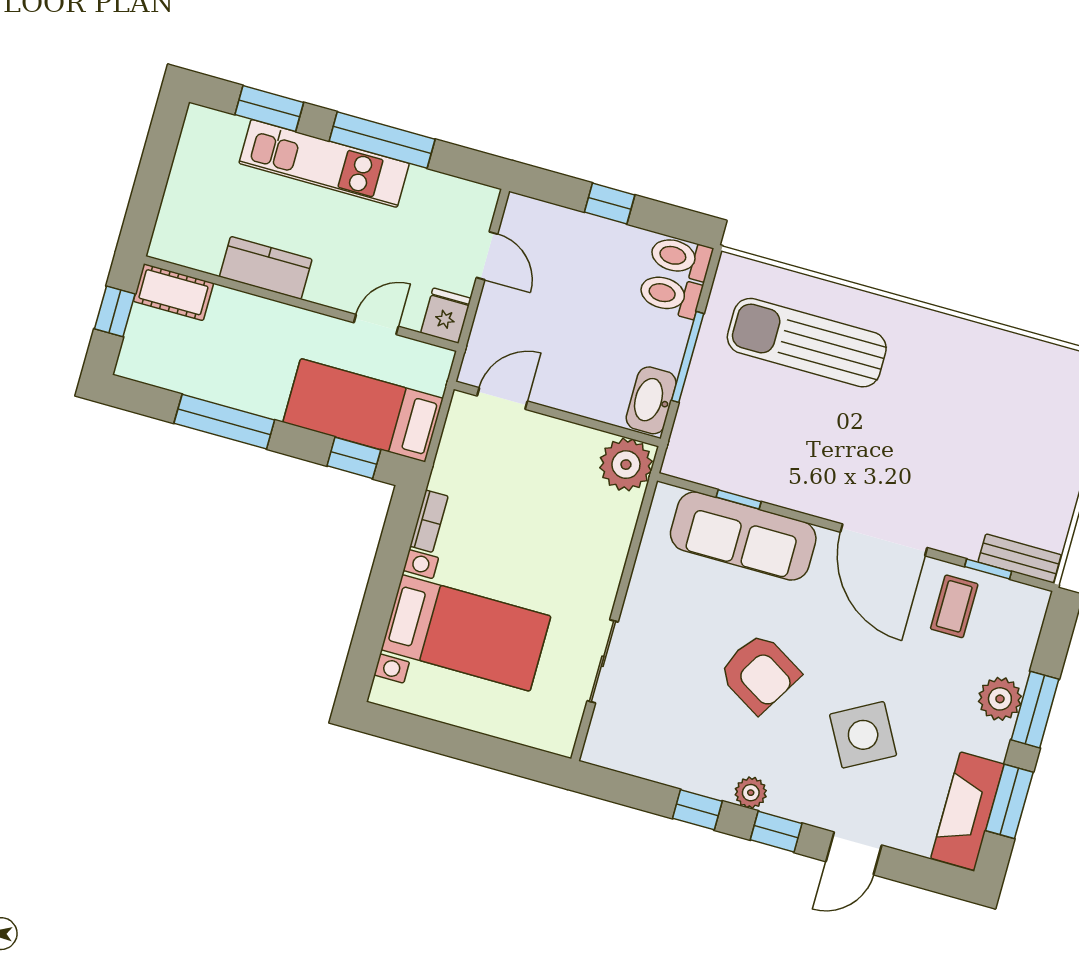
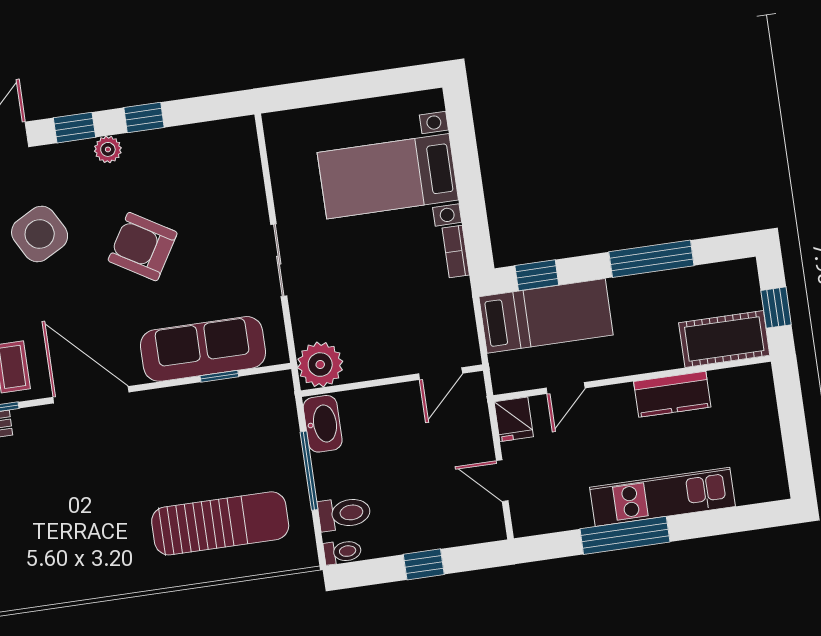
window: (269, 109) -> (725, 521), removed
toilet: (681, 258) -> (342, 552), width x0.73, depth x0.72
cot: (173, 292) -> (724, 339), width x1.37, depth x1.34
sliding door: (603, 661) -> (279, 260), moved

